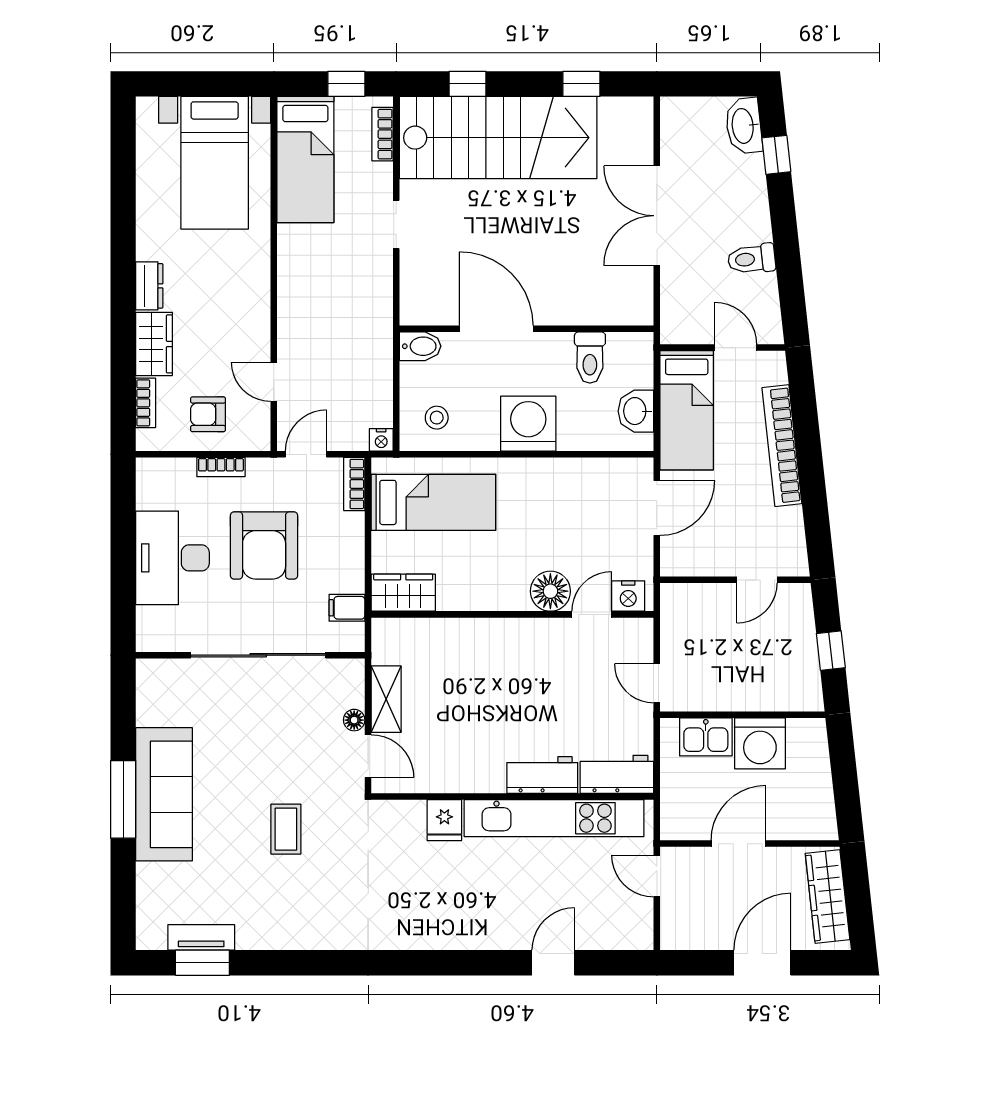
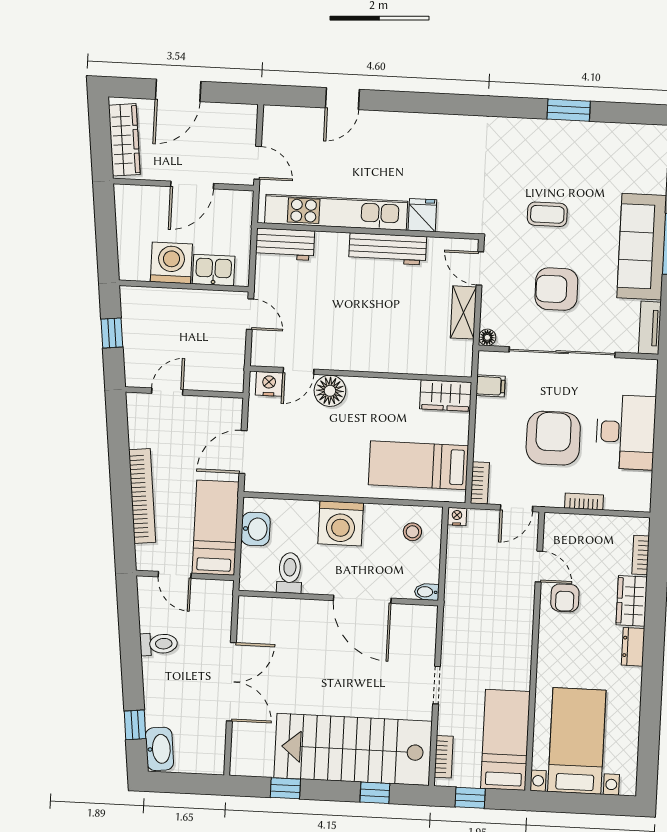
bidet: (420, 346) -> (427, 592), width x0.72, depth x0.74
armchair: (208, 414) -> (565, 598), moved, turned 90
floor lamp: (354, 720) -> (487, 337), moved
armchair: (270, 735) -> (556, 289), added
workbench: (542, 775) -> (388, 249), moved, width x1.38
coffee table: (286, 829) -> (547, 214), turned 90
tv unit: (201, 937) -> (650, 328), moved, turned 90
window: (202, 963) -> (569, 110), moved

